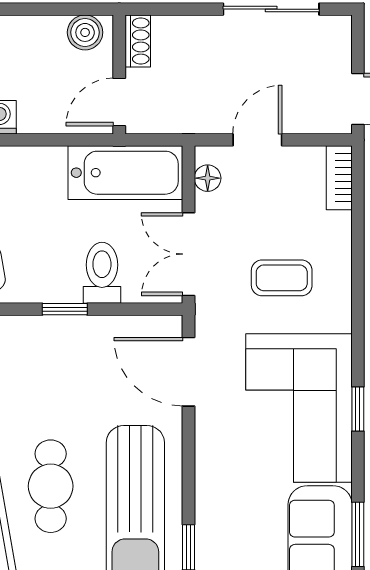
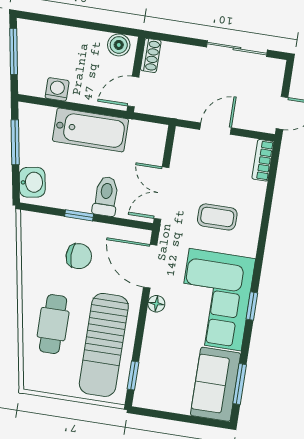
bathtub: (125, 173) -> (90, 130), moved
floor lamp: (208, 178) -> (156, 304), moved
chair: (74, 373) -> (79, 256), added

